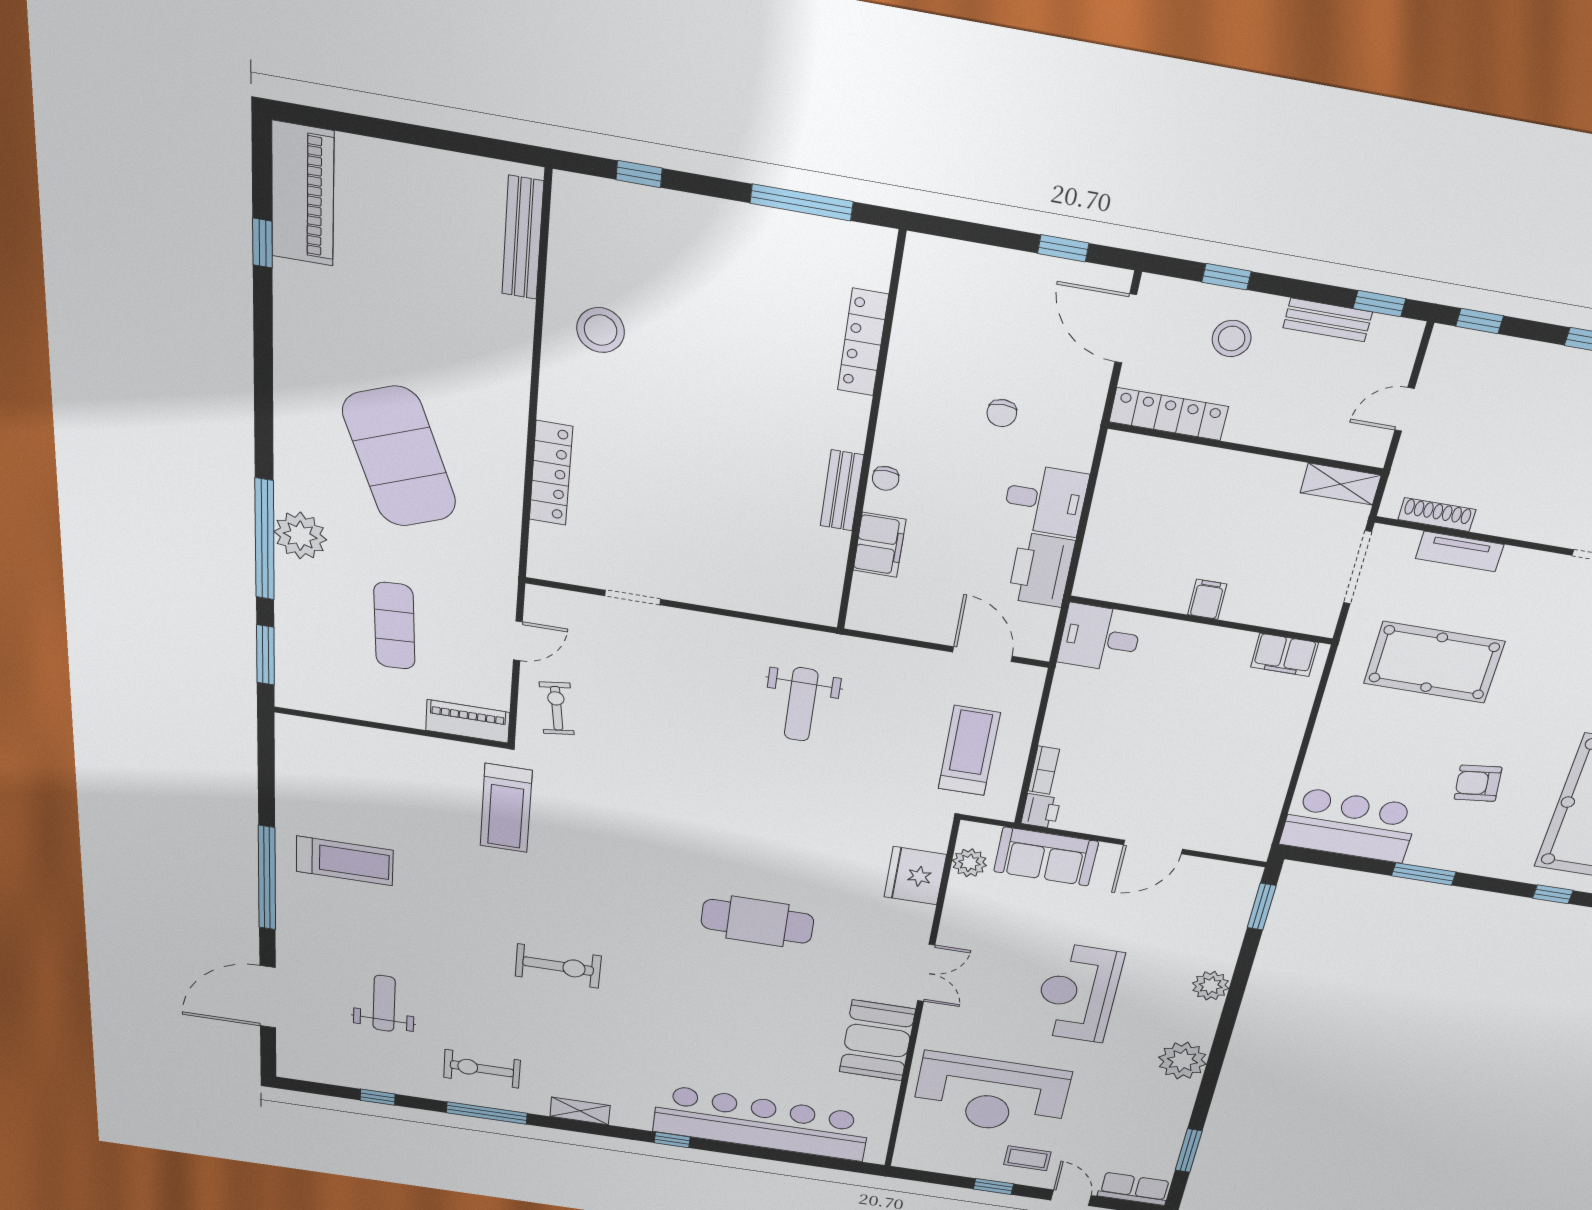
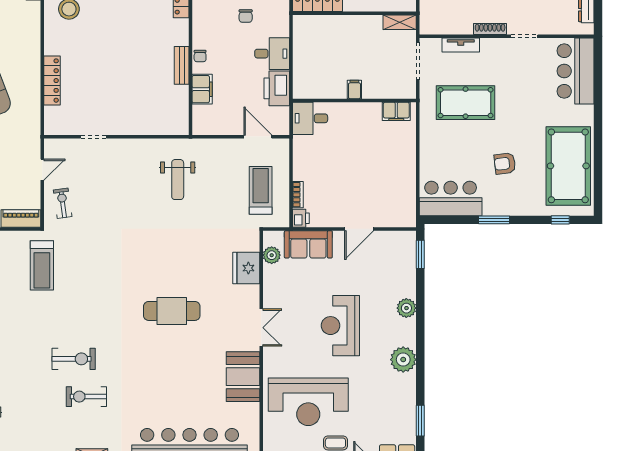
shoe rack: (1437, 515) -> (490, 29), moved
exercise bike: (482, 1069) -> (86, 397), moved

